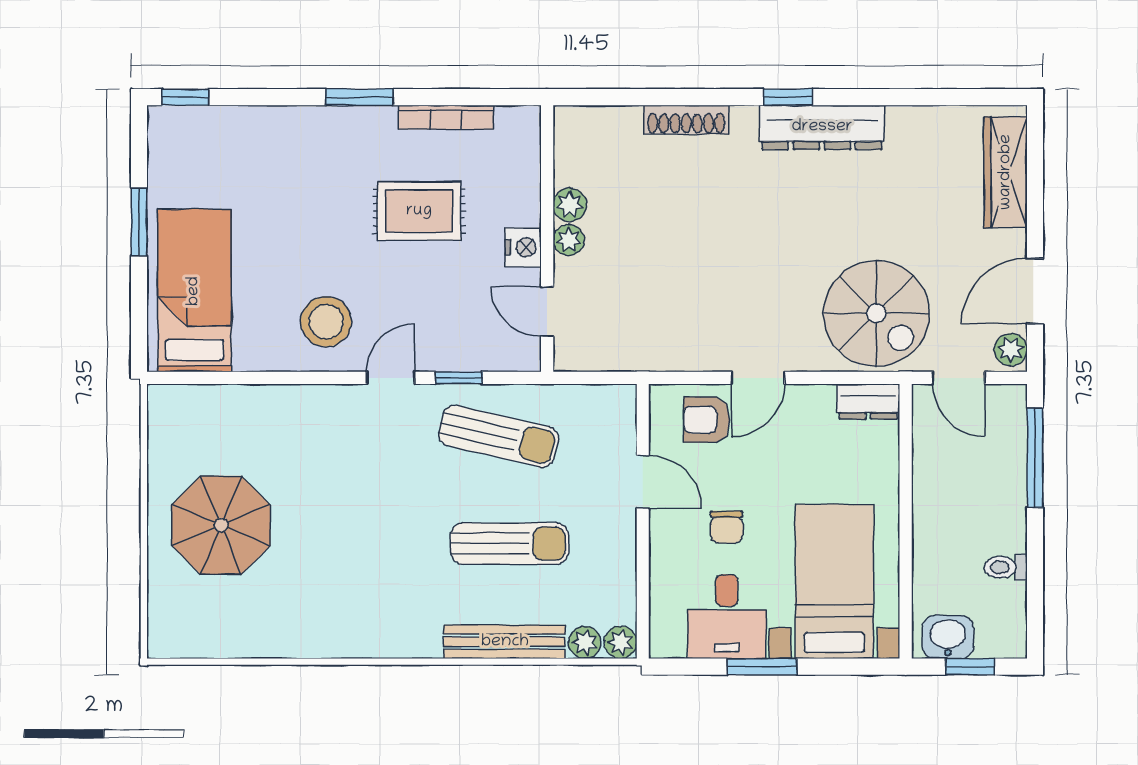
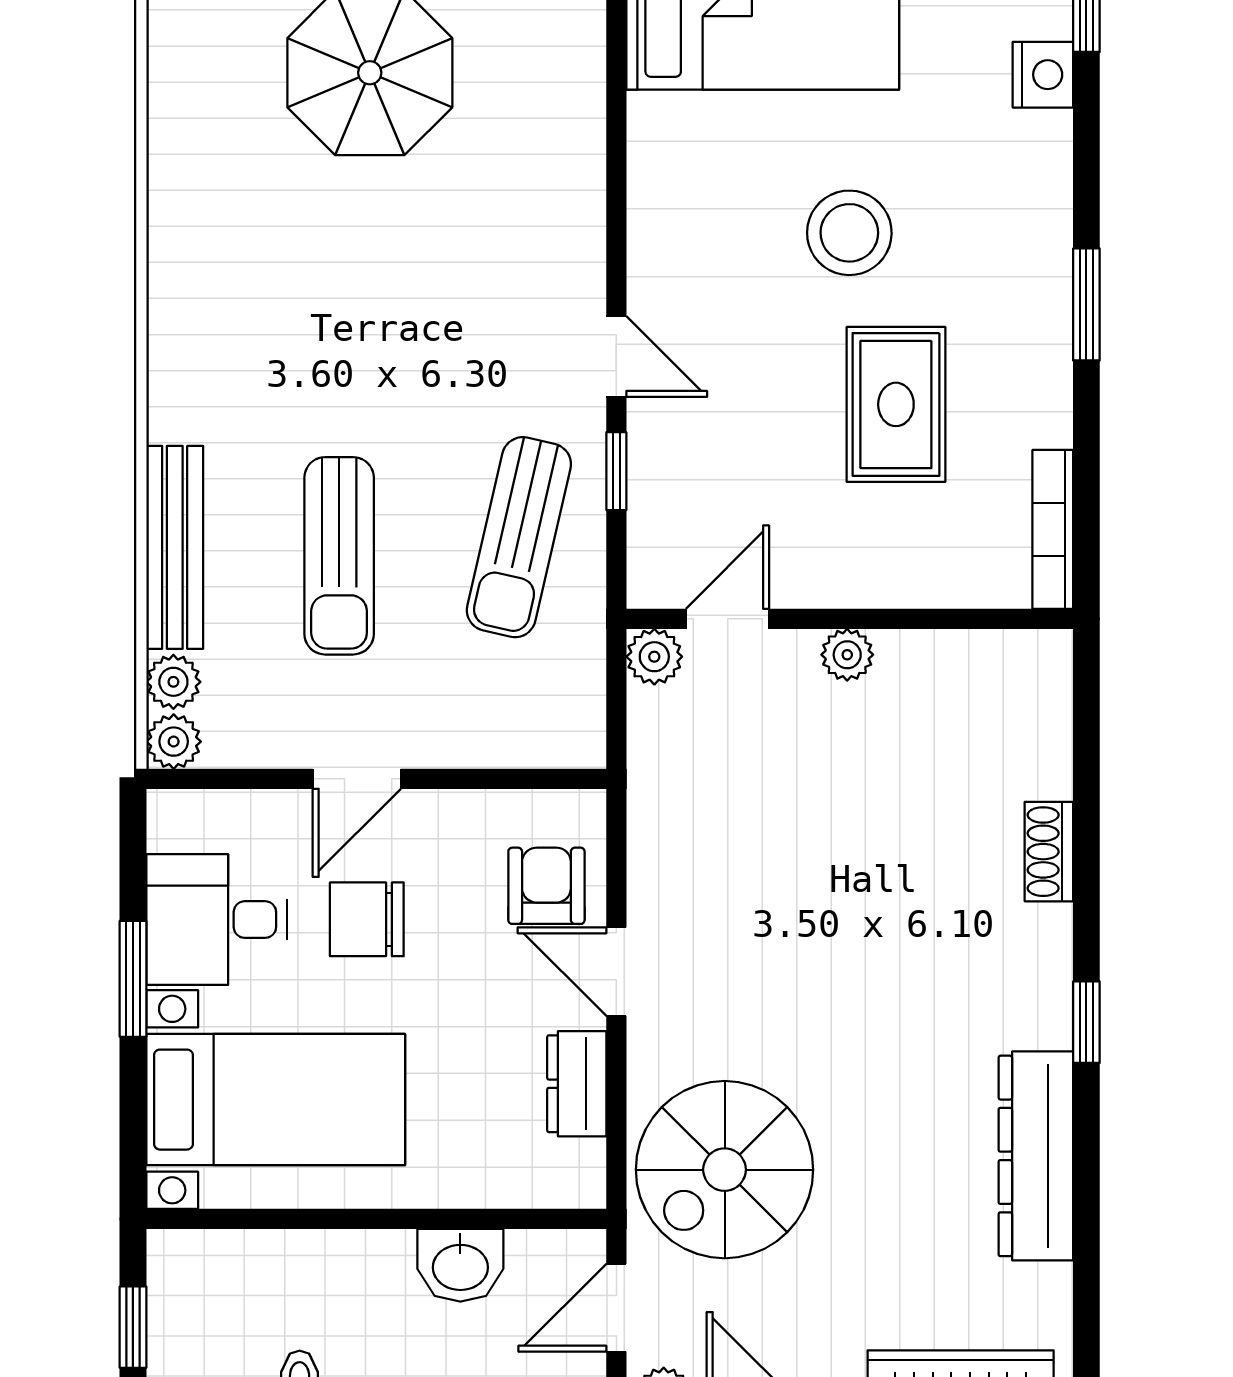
bookcase: (446, 117) -> (1053, 529), moved
shoe rack: (686, 120) -> (1049, 852), width x0.70
dresser: (822, 127) -> (1036, 1156), moved
plant: (570, 205) -> (654, 657), moved
nightstand: (523, 247) -> (1043, 75), moved, turned -90
stool: (326, 322) -> (849, 233), moved
dresser: (868, 402) -> (577, 1084), moved
door: (643, 482) -> (357, 779), moved
chair: (727, 527) -> (367, 919), width x1.37, depth x1.37
washbasin: (948, 637) -> (460, 1265), moved, turned 90

